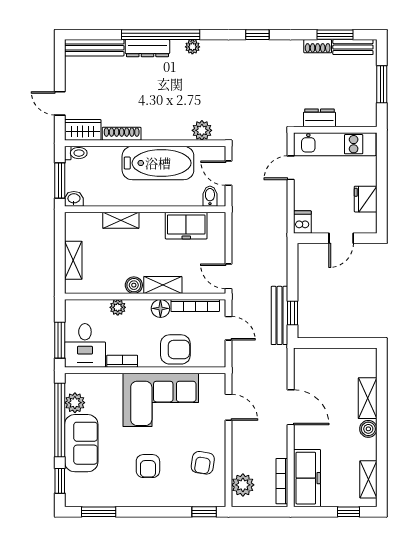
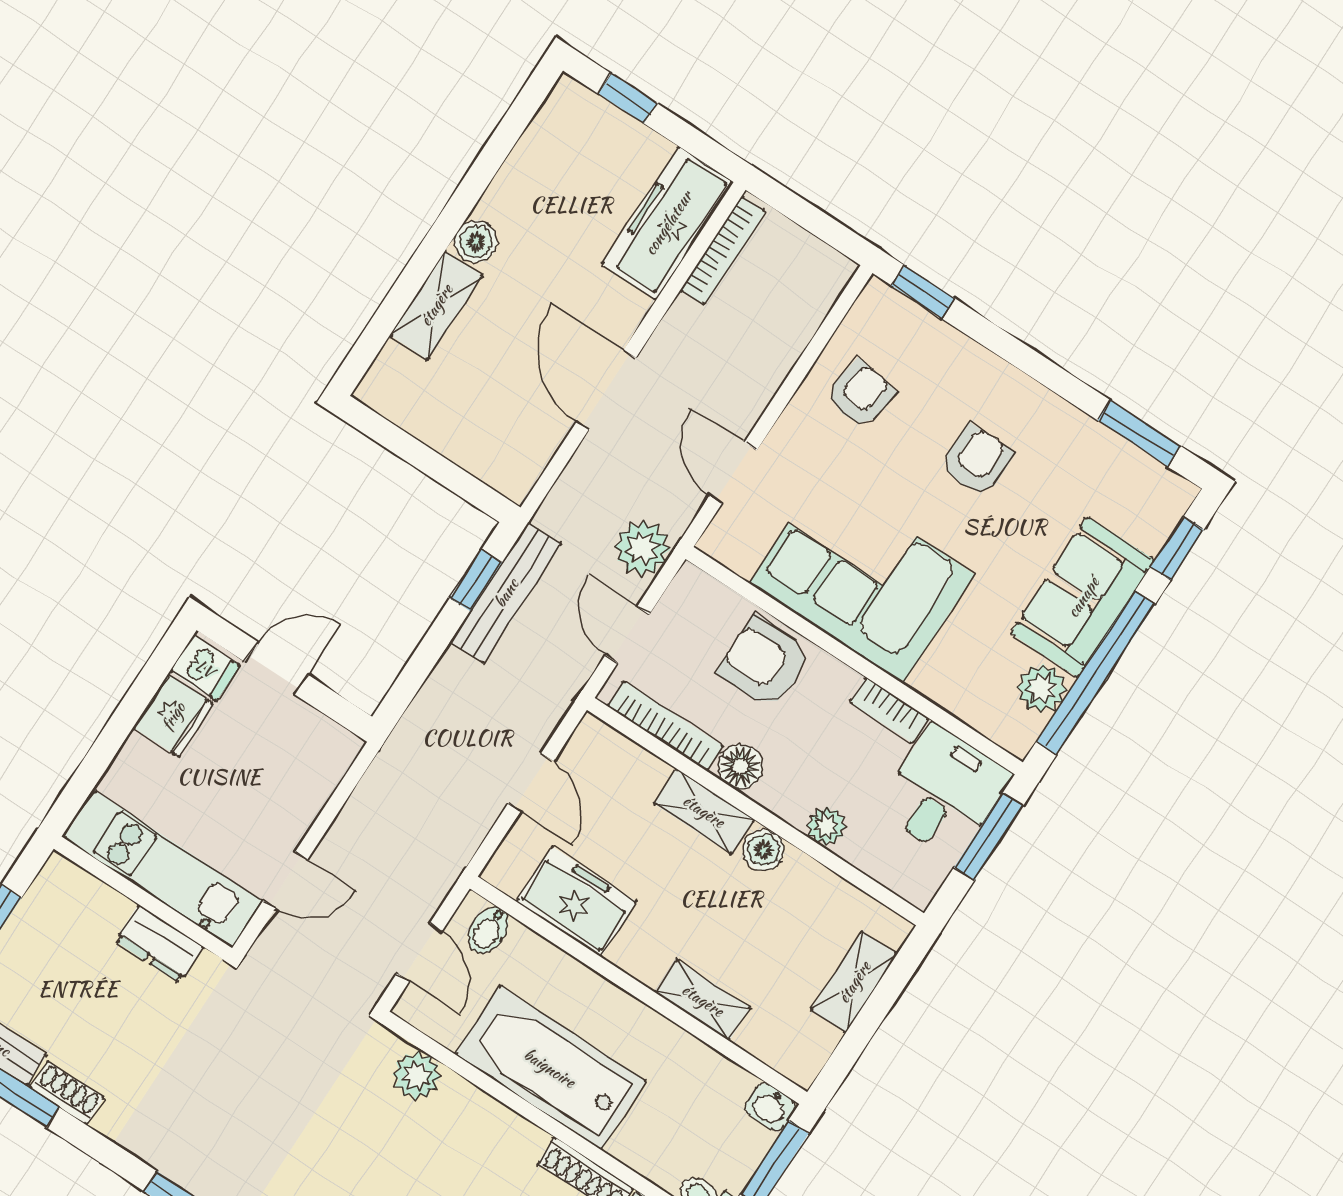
dishwasher: (302, 222) -> (205, 668), moved, turned -90
door: (229, 276) -> (531, 782), moved
shelving: (368, 479) -> (543, 138), removed
plant: (243, 485) -> (642, 548), moved

